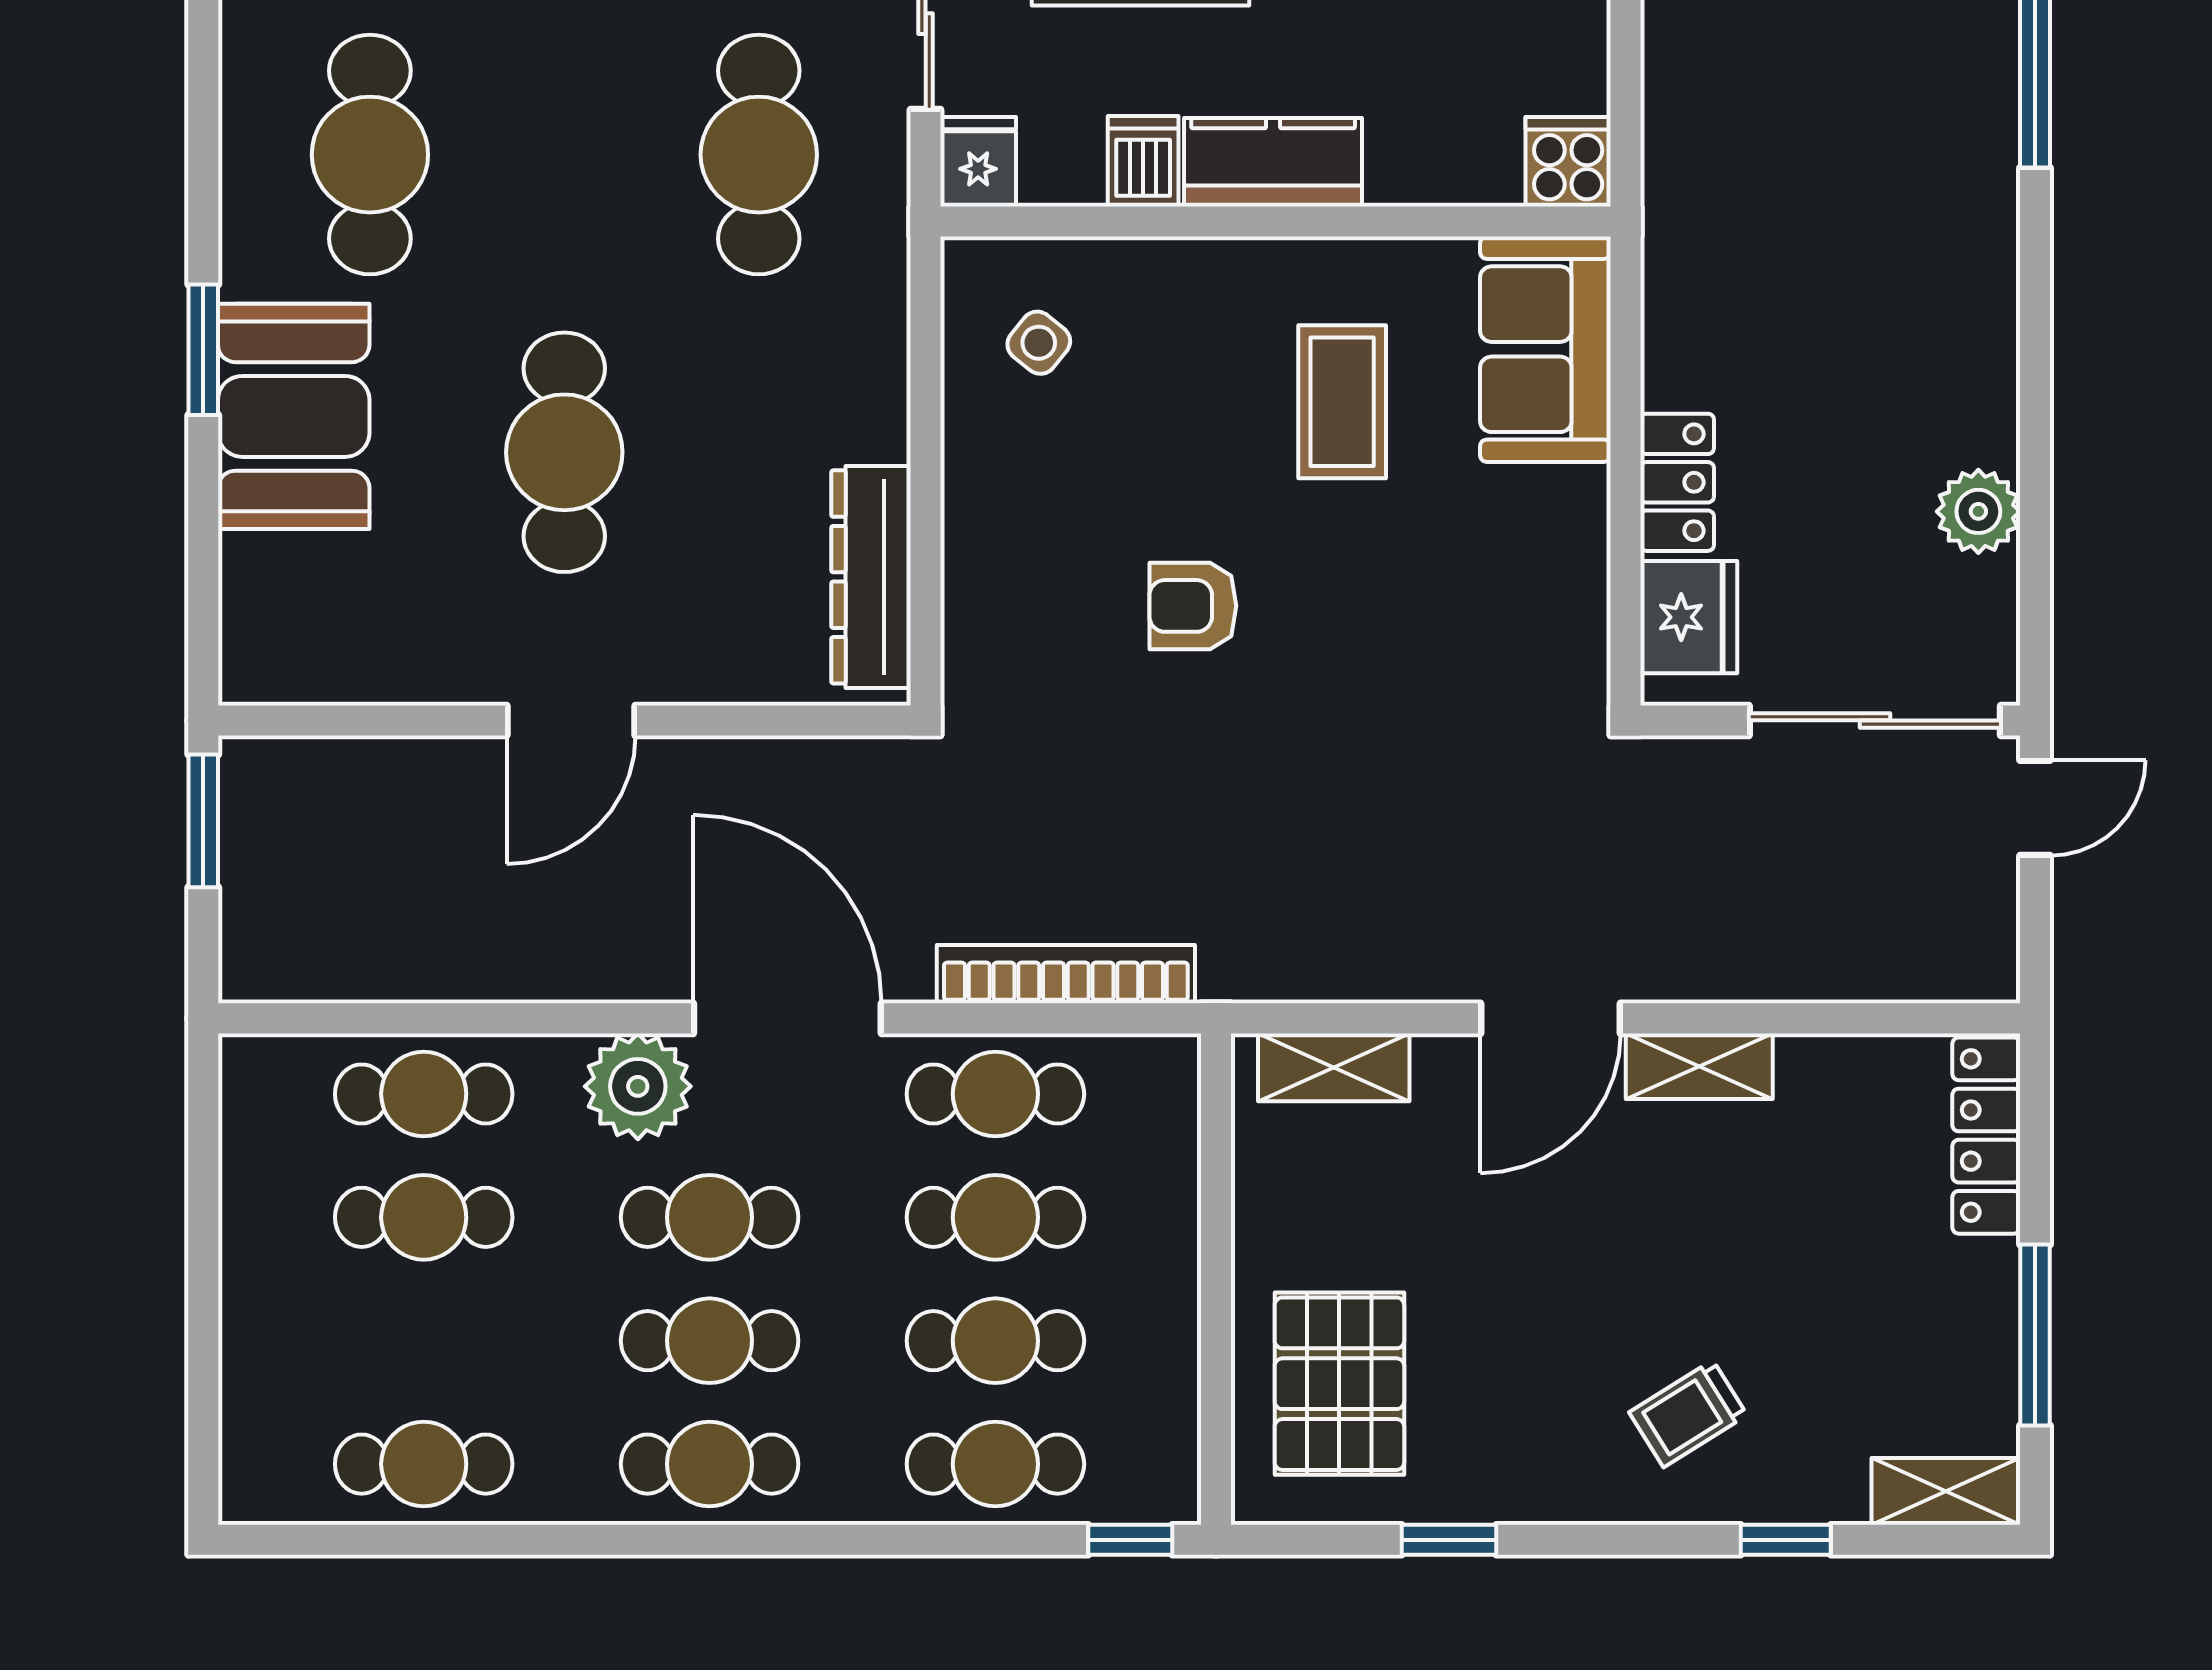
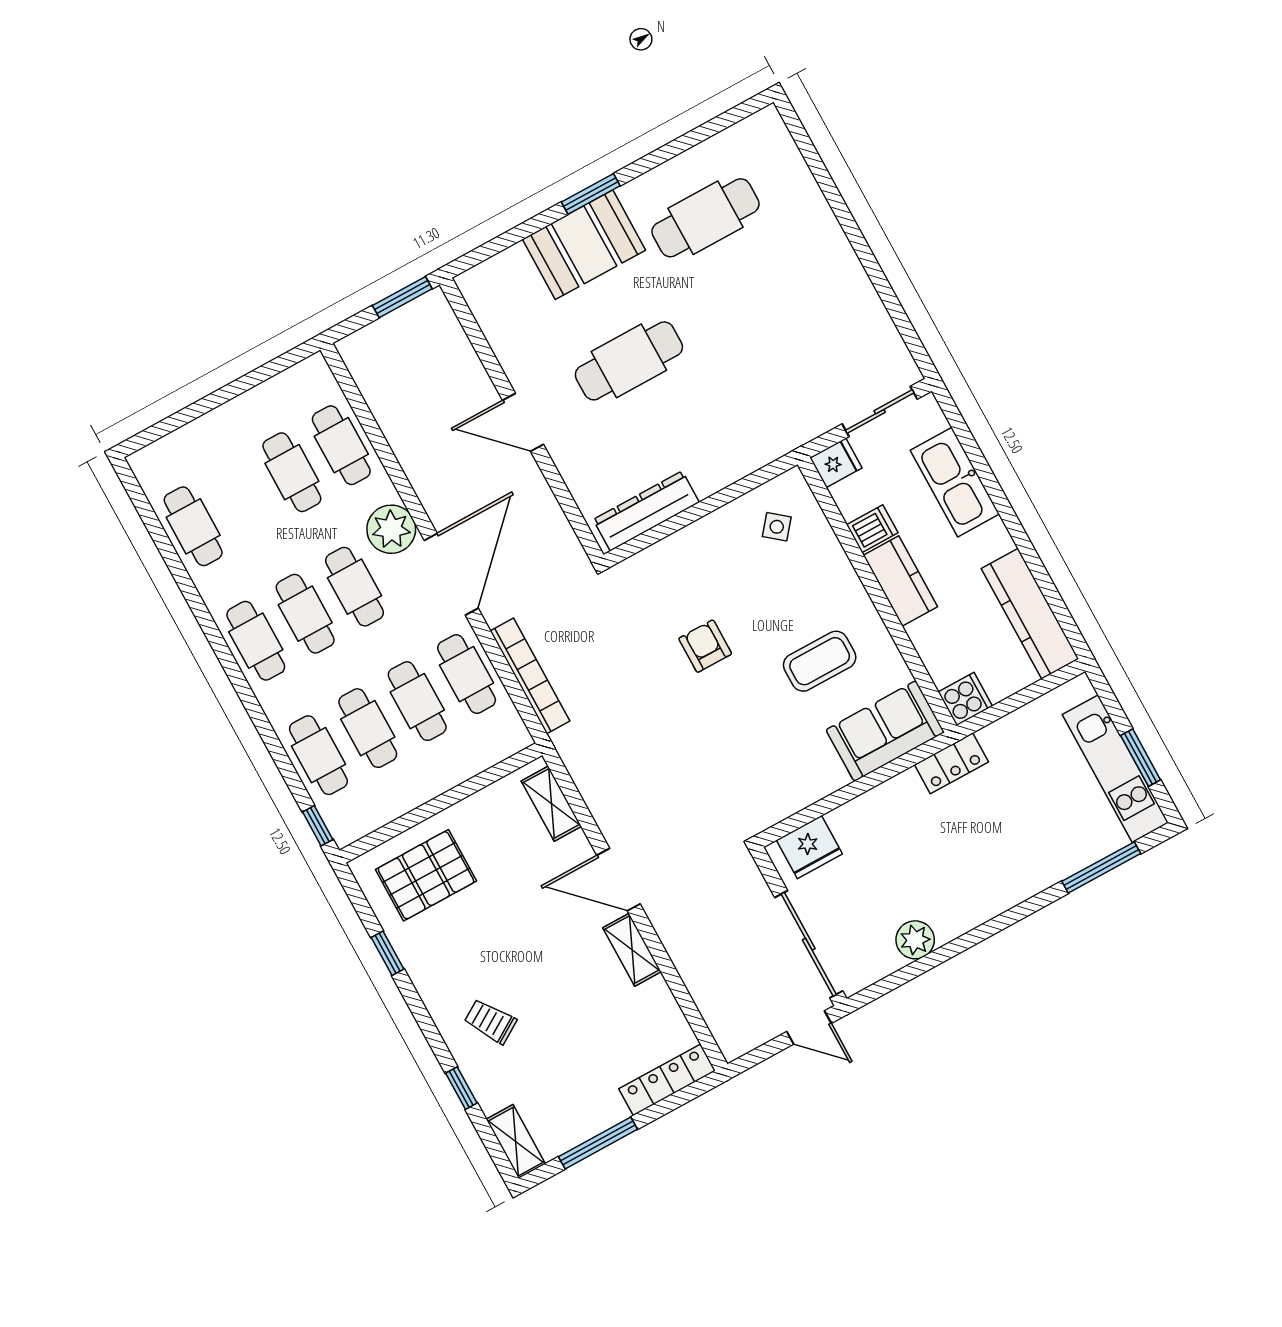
cafe table: (759, 155) -> (791, 373), removed
locker: (1677, 482) -> (951, 763), moved

